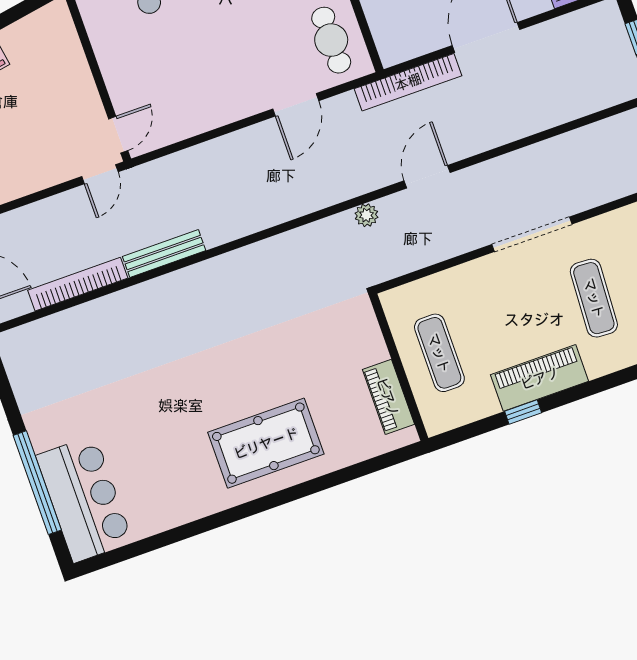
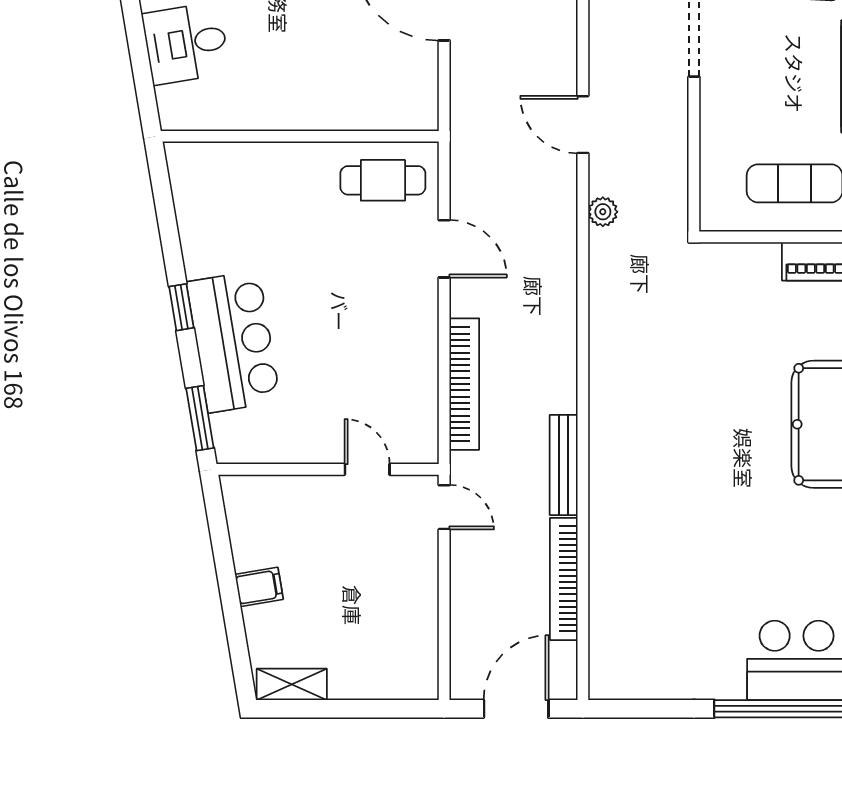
bookcase: (408, 82) -> (464, 384), moved
door: (118, 135) -> (367, 469), moved

